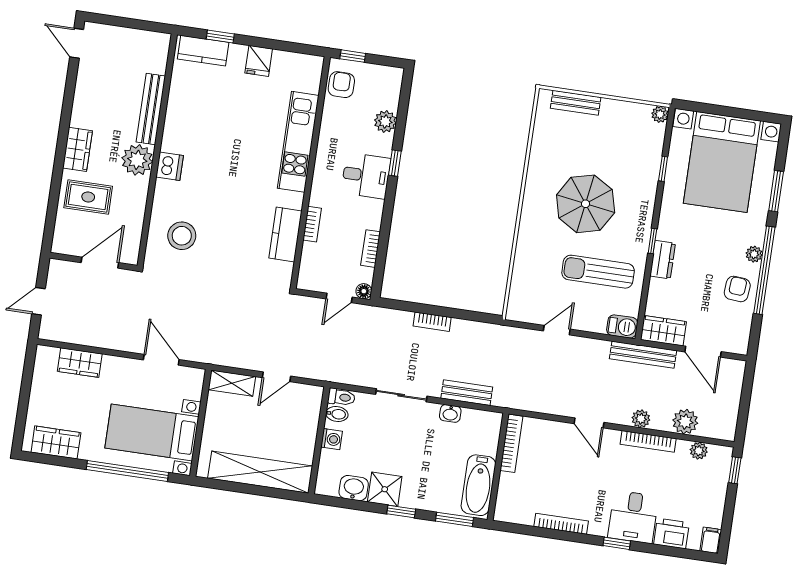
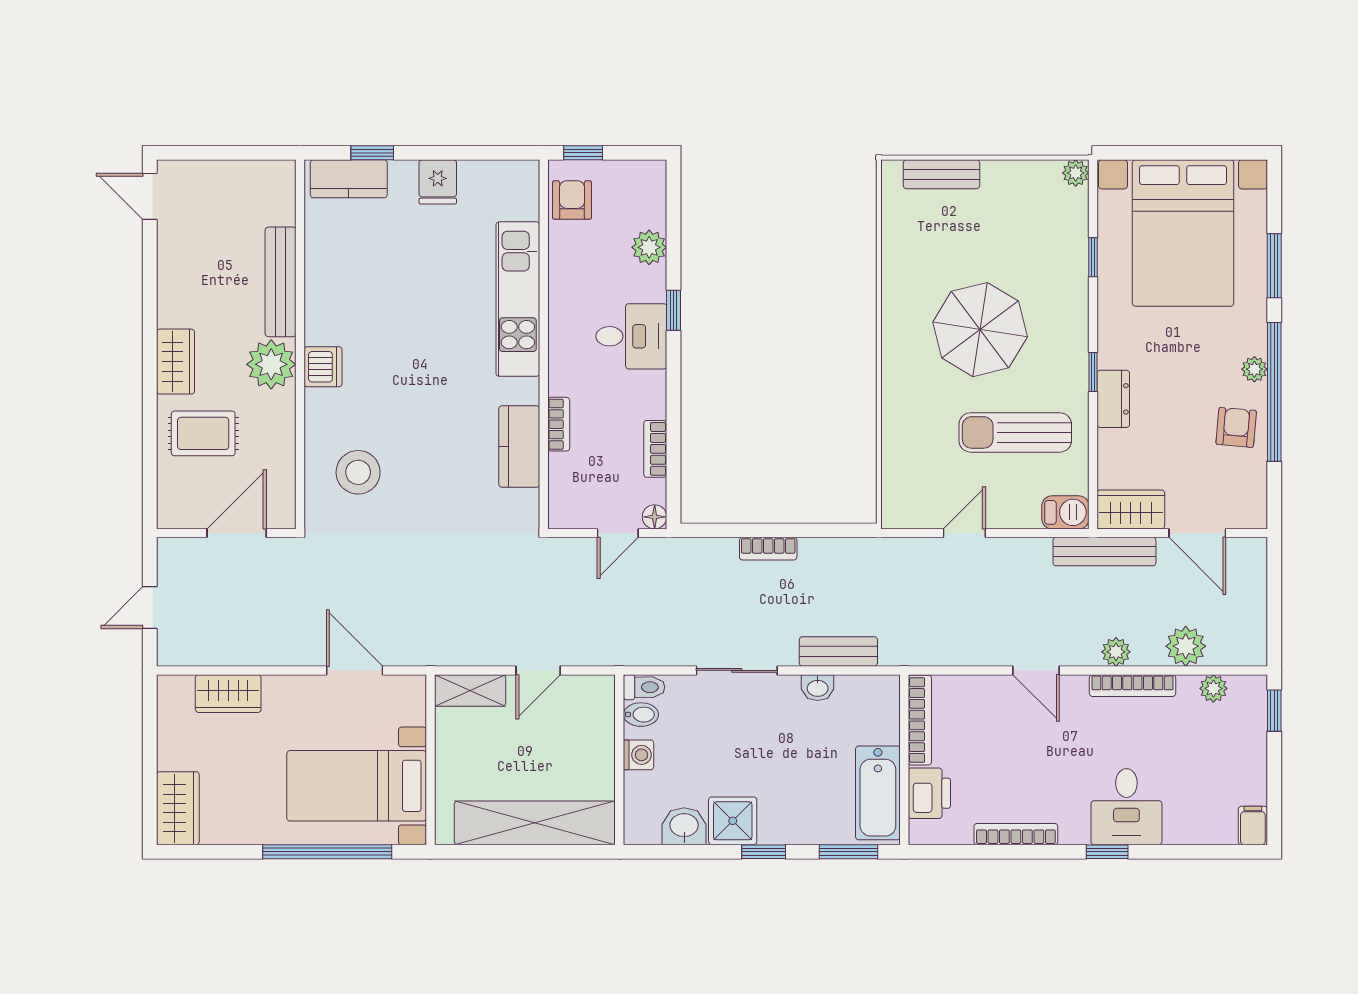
wardrobe: (56, 442) -> (178, 808), moved, turned 90
printer: (671, 533) -> (929, 793), moved, turned 90

